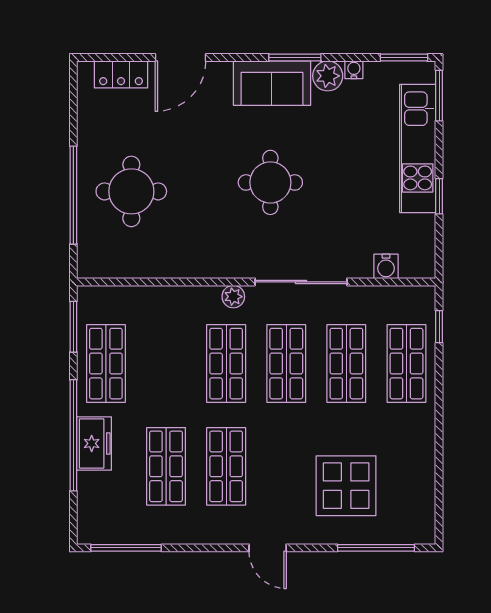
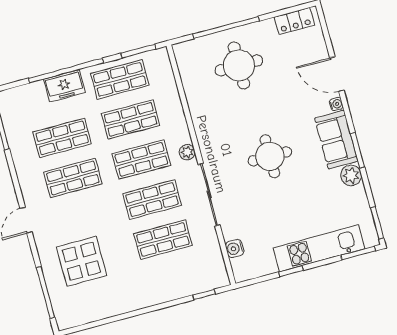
water cooler: (354, 70) -> (336, 104), moved
locker: (121, 74) -> (295, 21), moved, turned -90
shop shelf: (406, 364) -> (131, 119), moved

